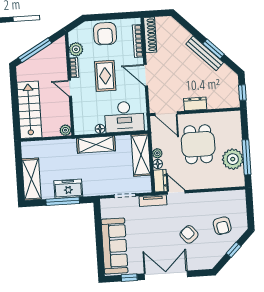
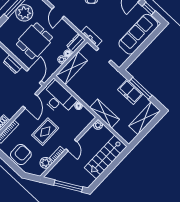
door: (146, 75) -> (30, 101), moved
shelving: (96, 145) -> (104, 113), moved
door: (176, 192) -> (58, 13), moved

